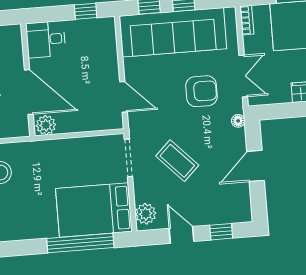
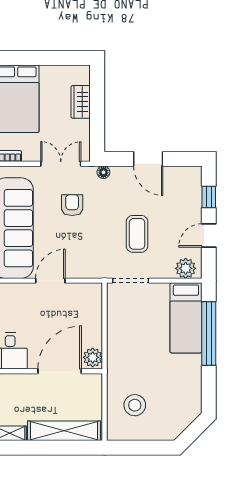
armchair: (201, 91) -> (72, 205), width x0.72, depth x0.72
door: (123, 97) -> (50, 281), moved
coffee table: (177, 161) -> (137, 234), turned -46
bed: (94, 210) -> (186, 318), width x0.67

